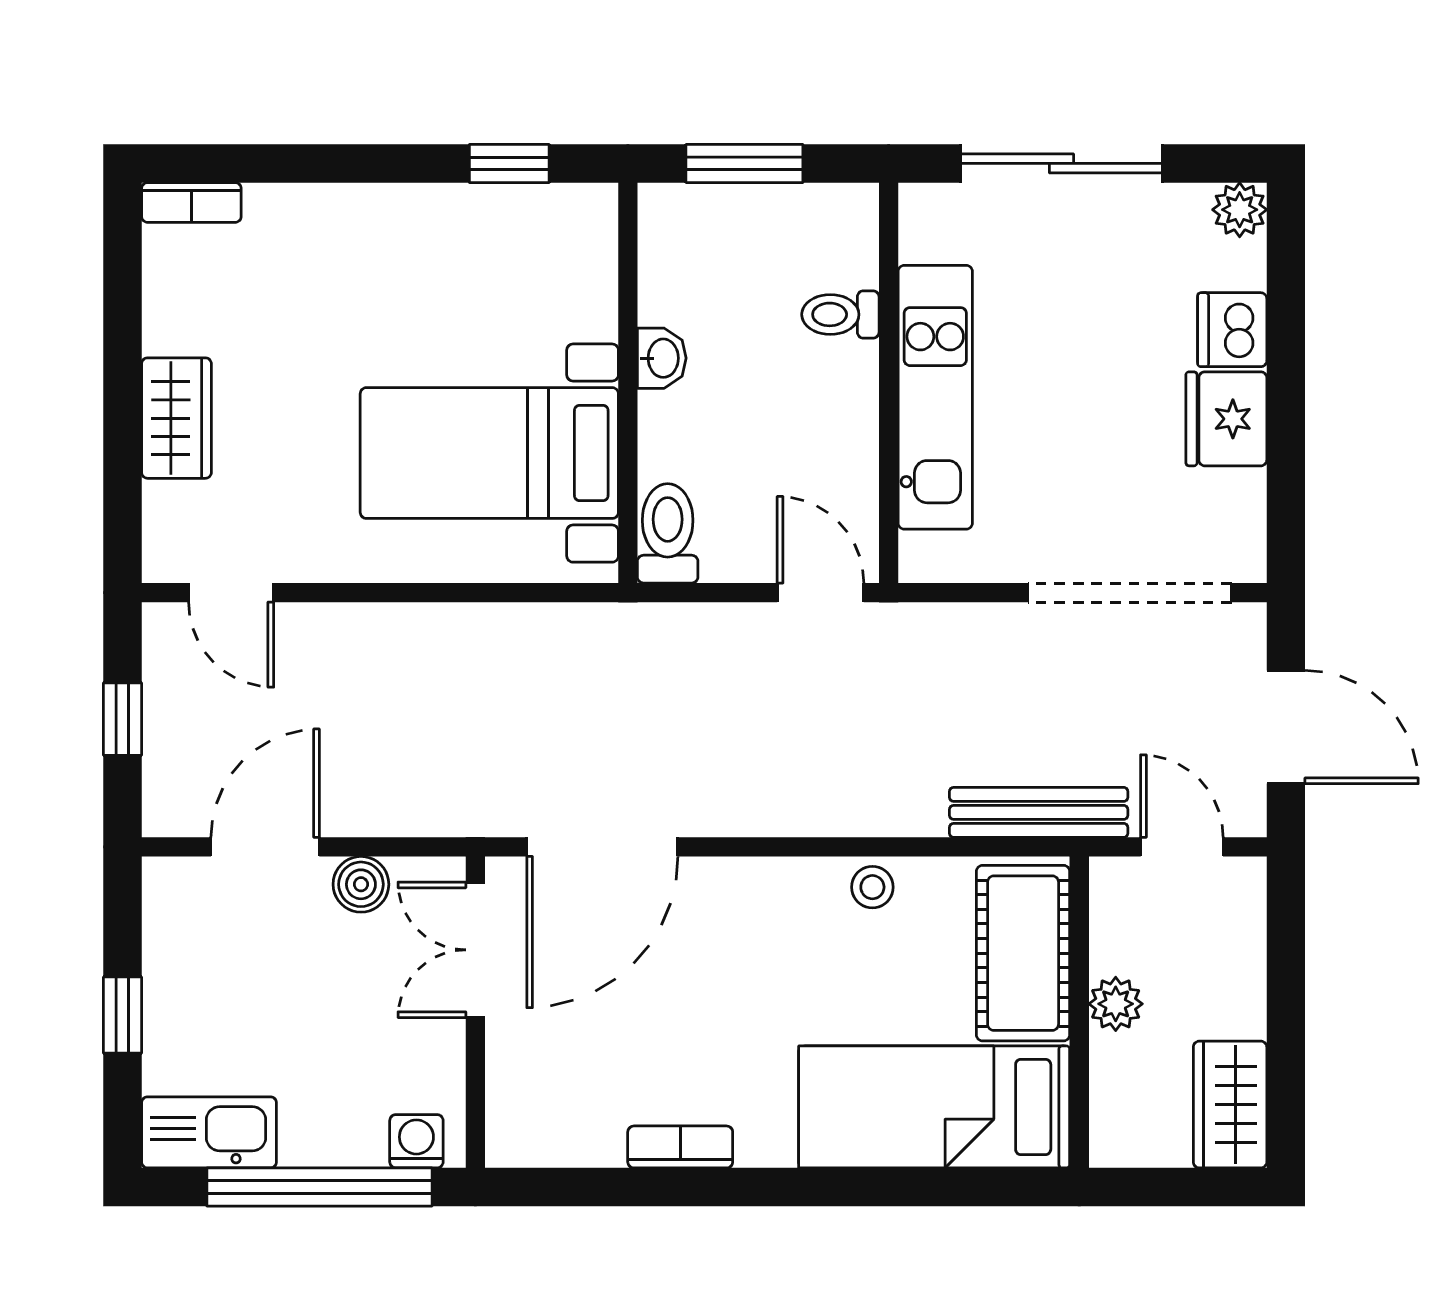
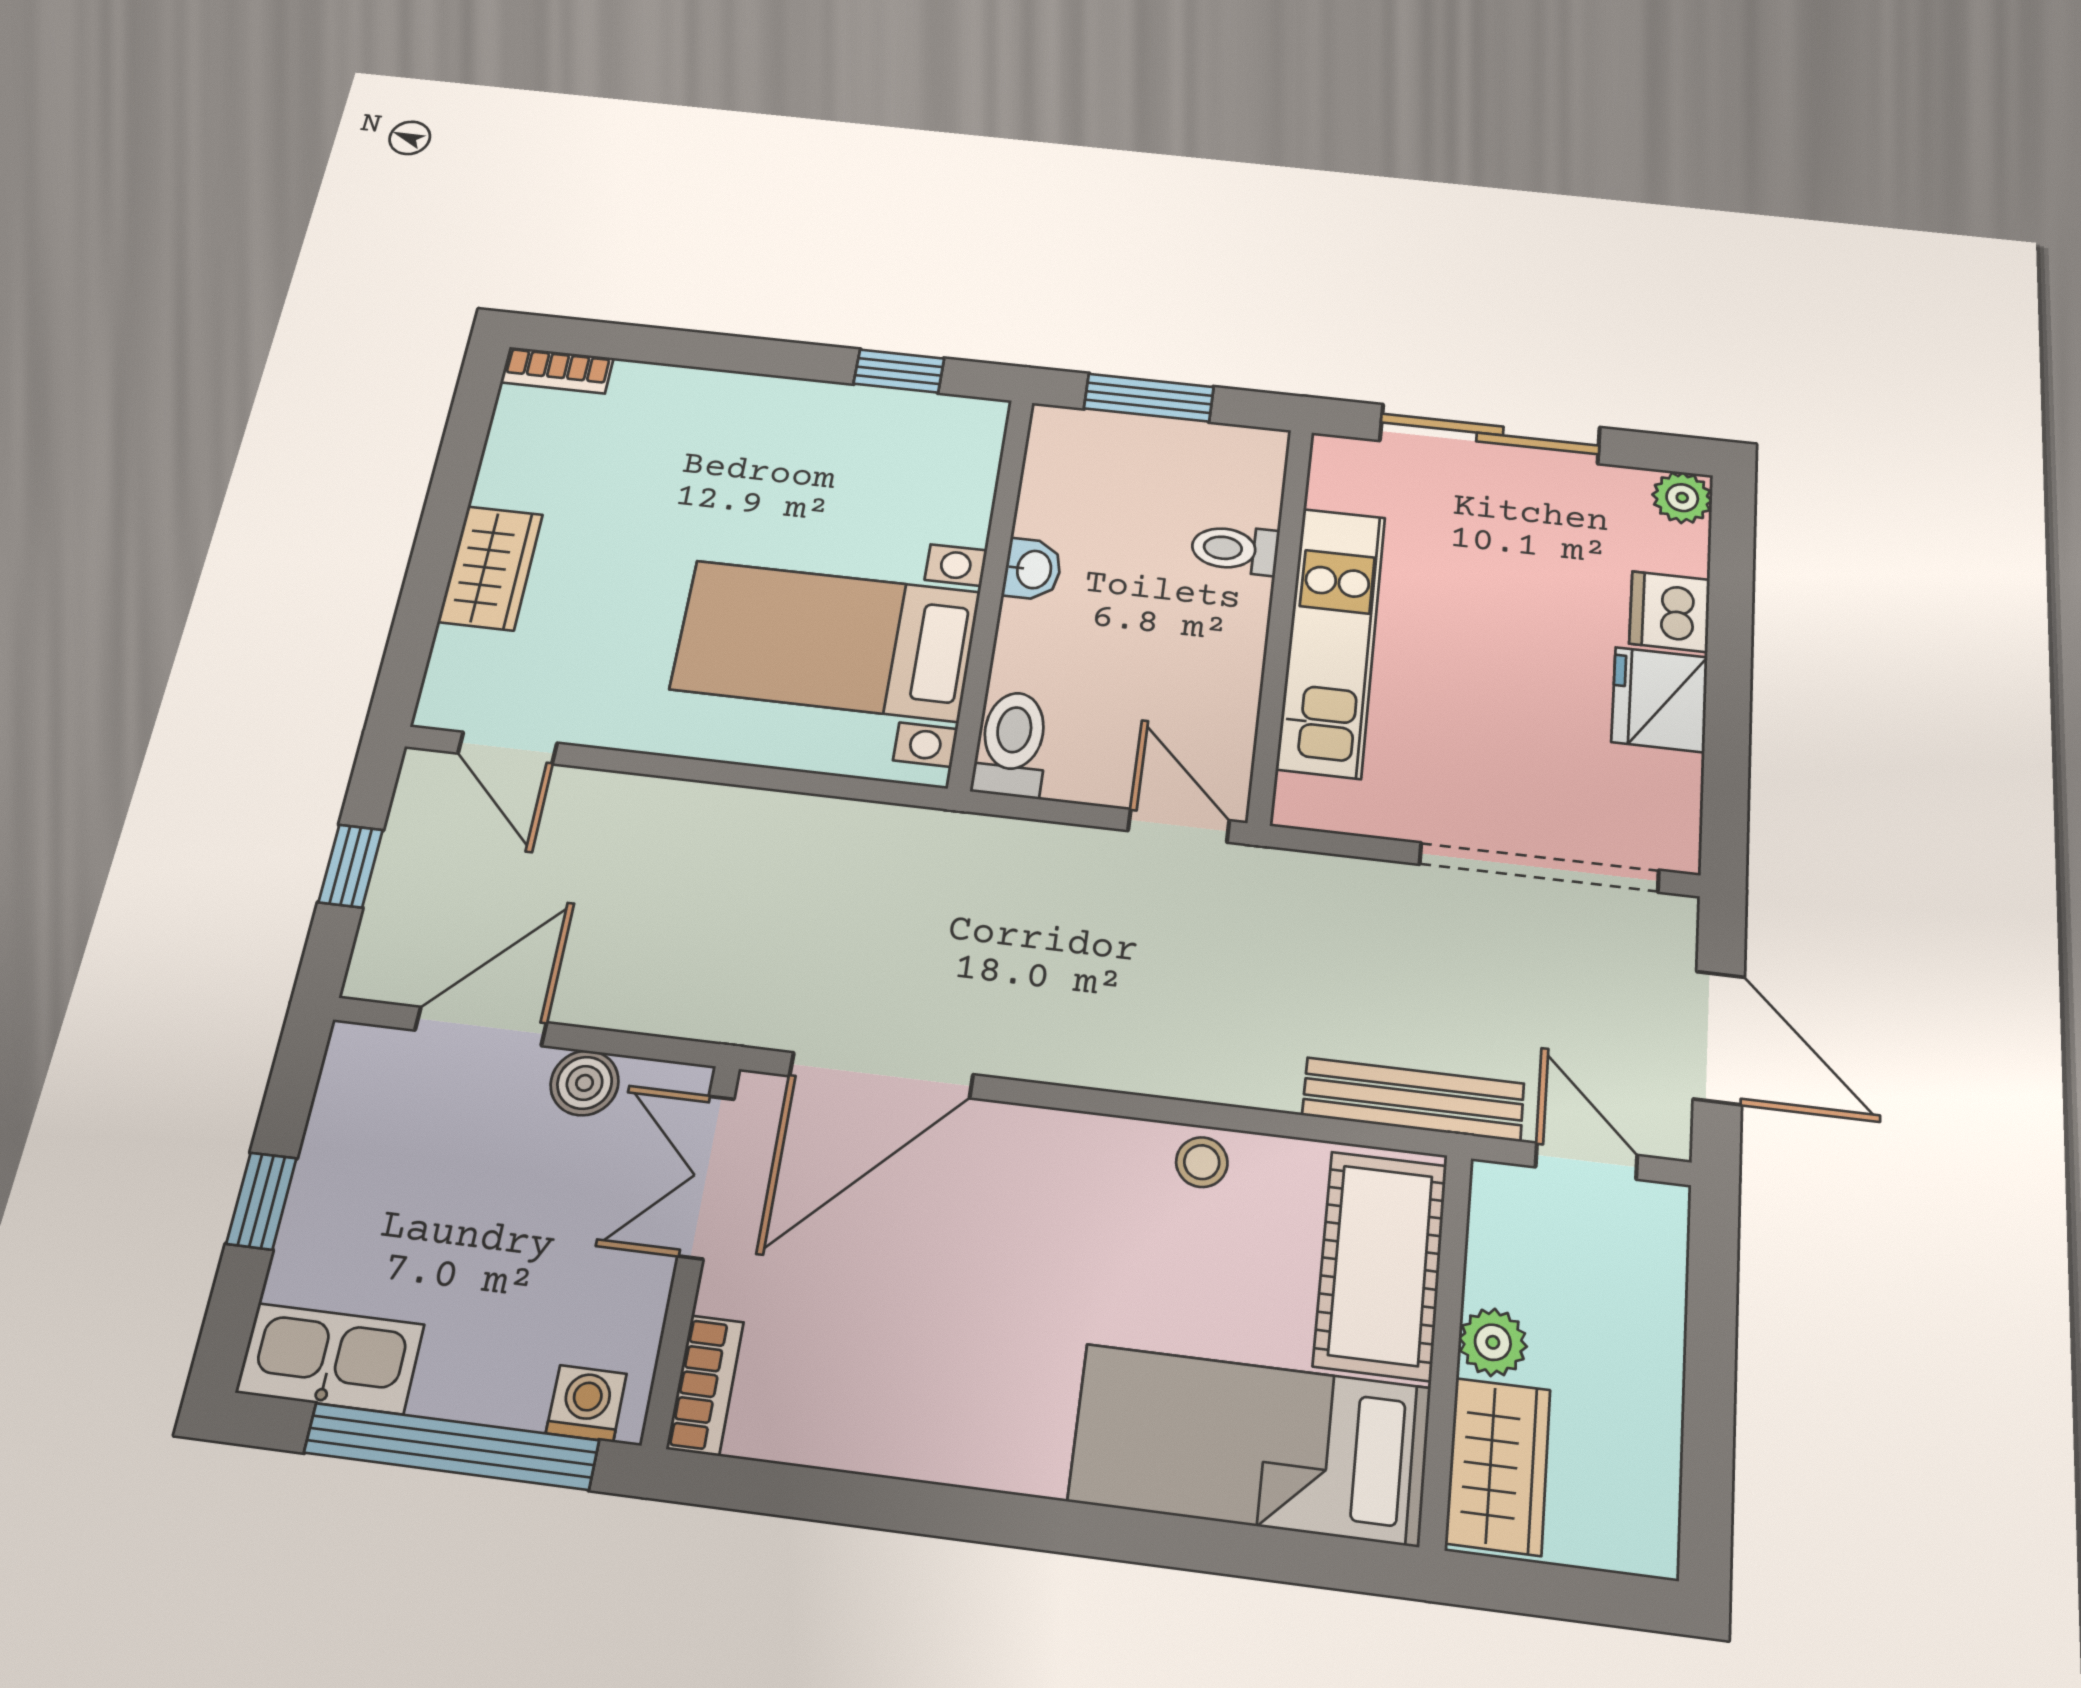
wardrobe: (1230, 1105) -> (1498, 1466), moved, turned 180
bookcase: (680, 1147) -> (705, 1385), moved, turned 90

